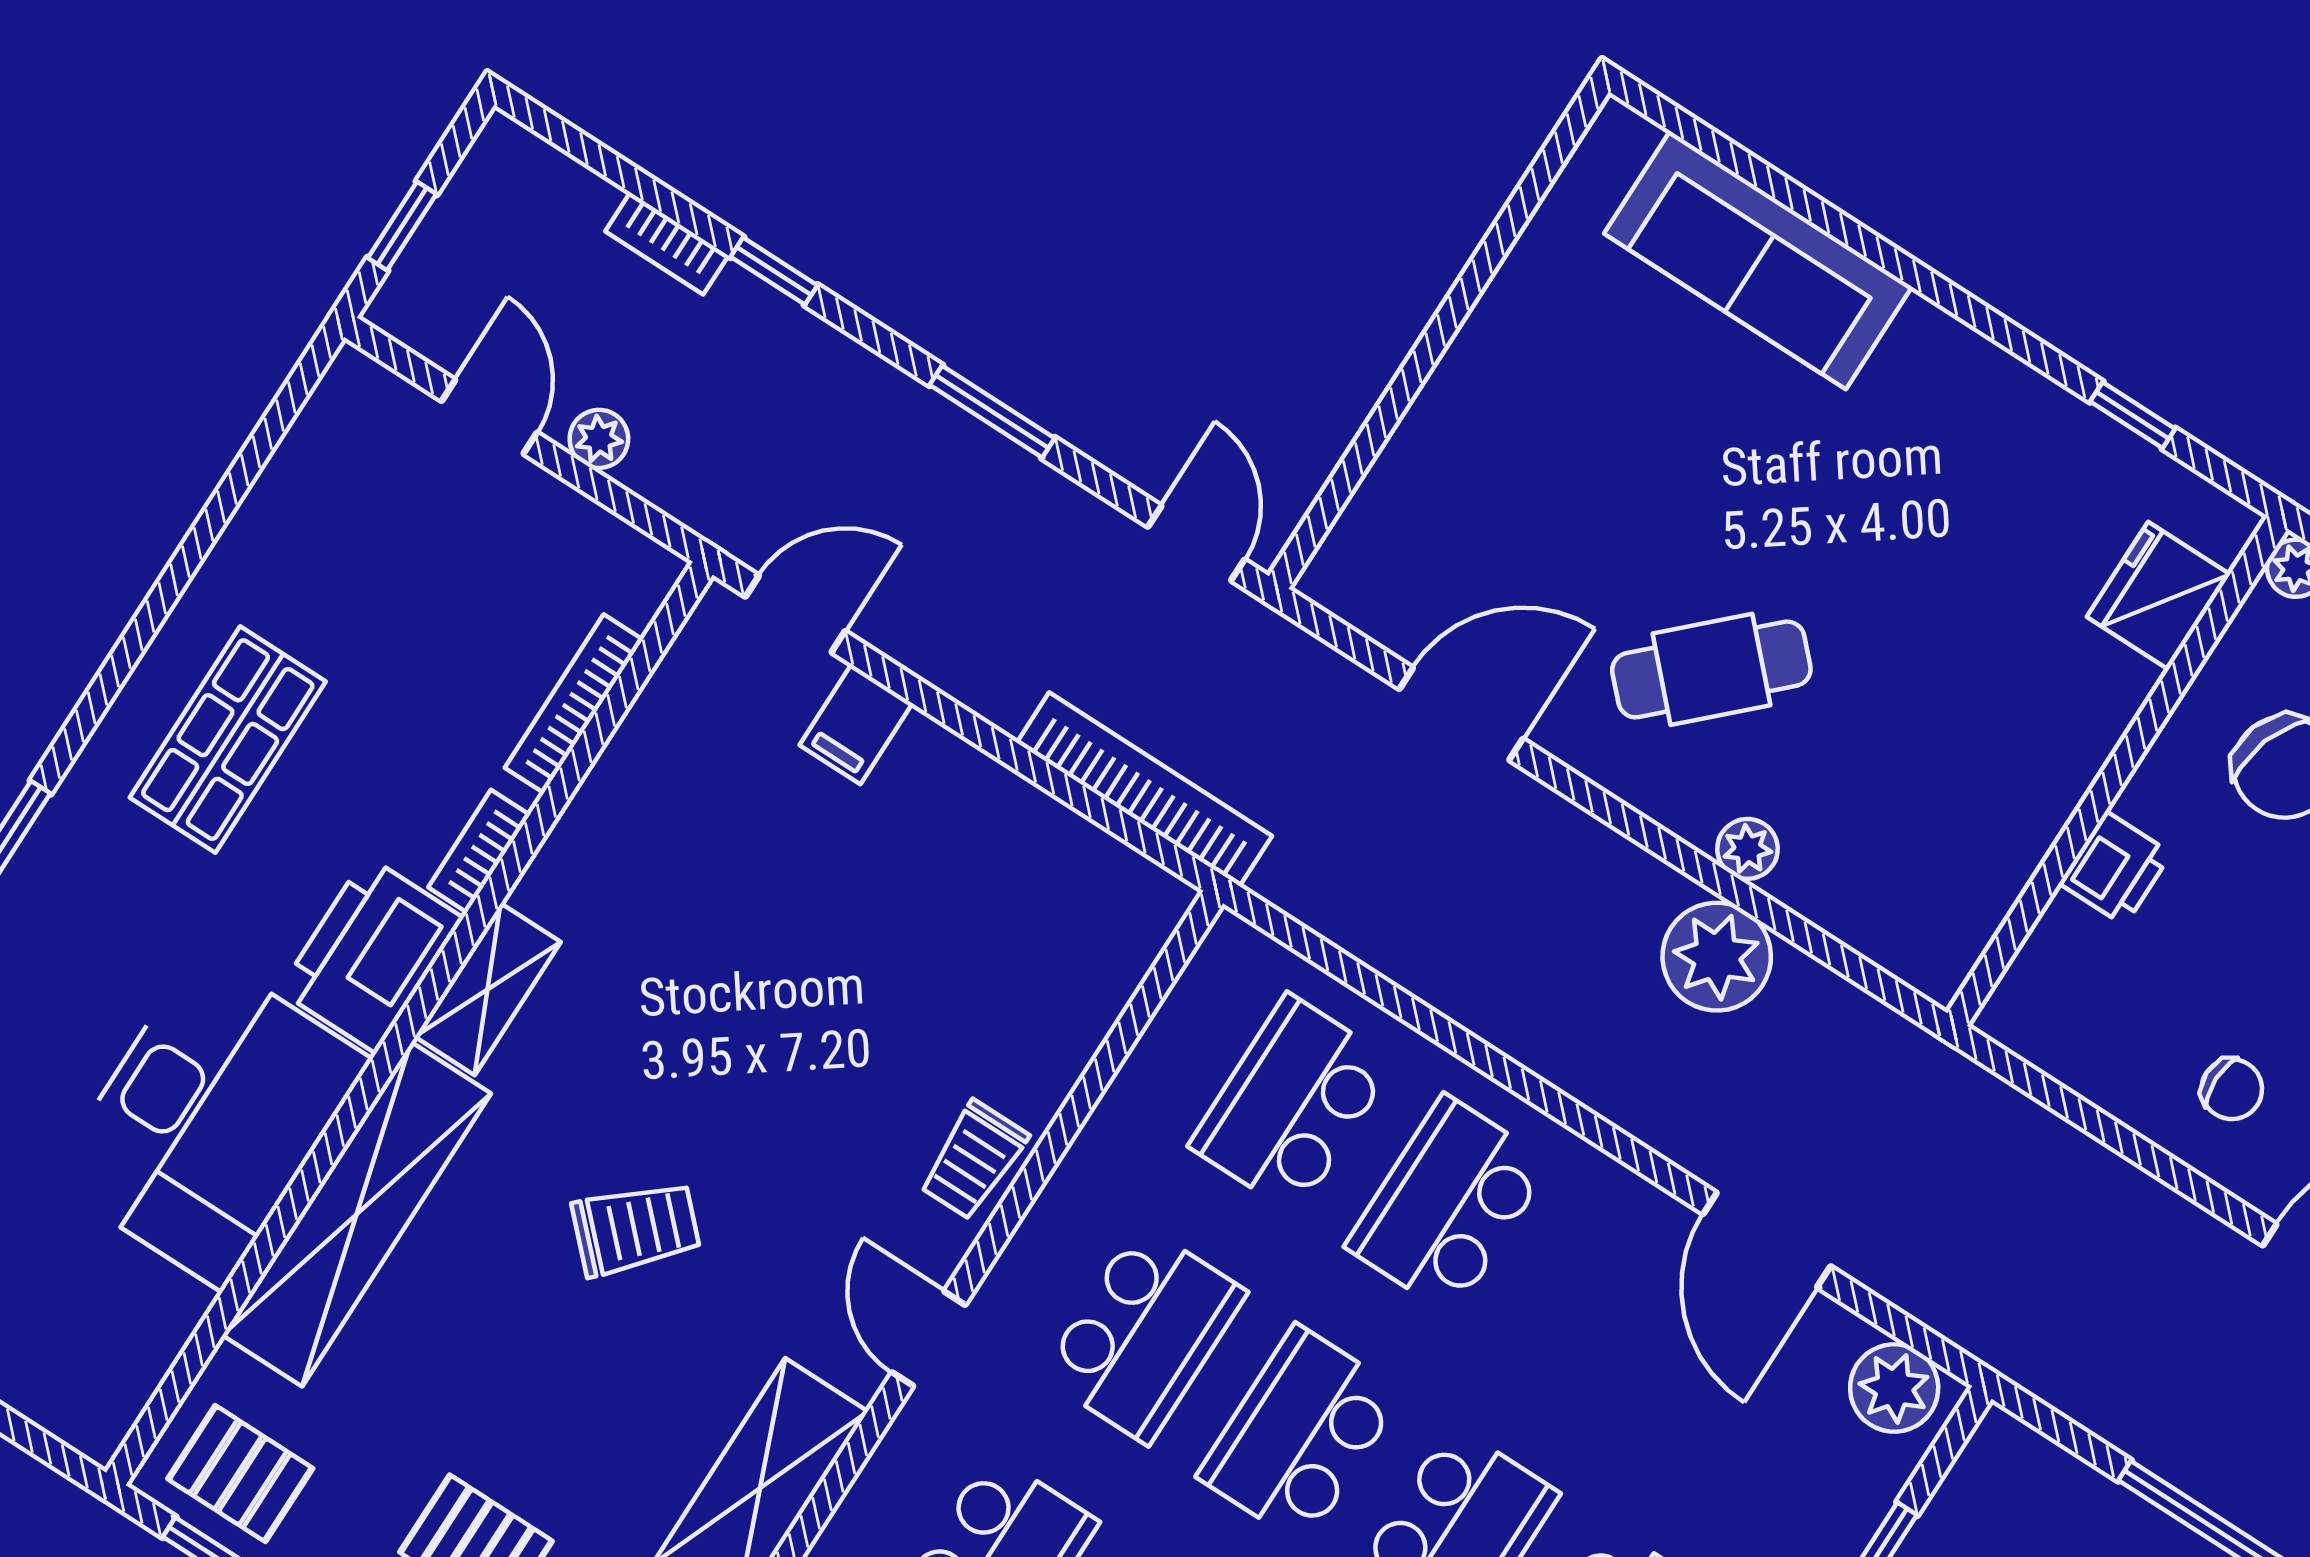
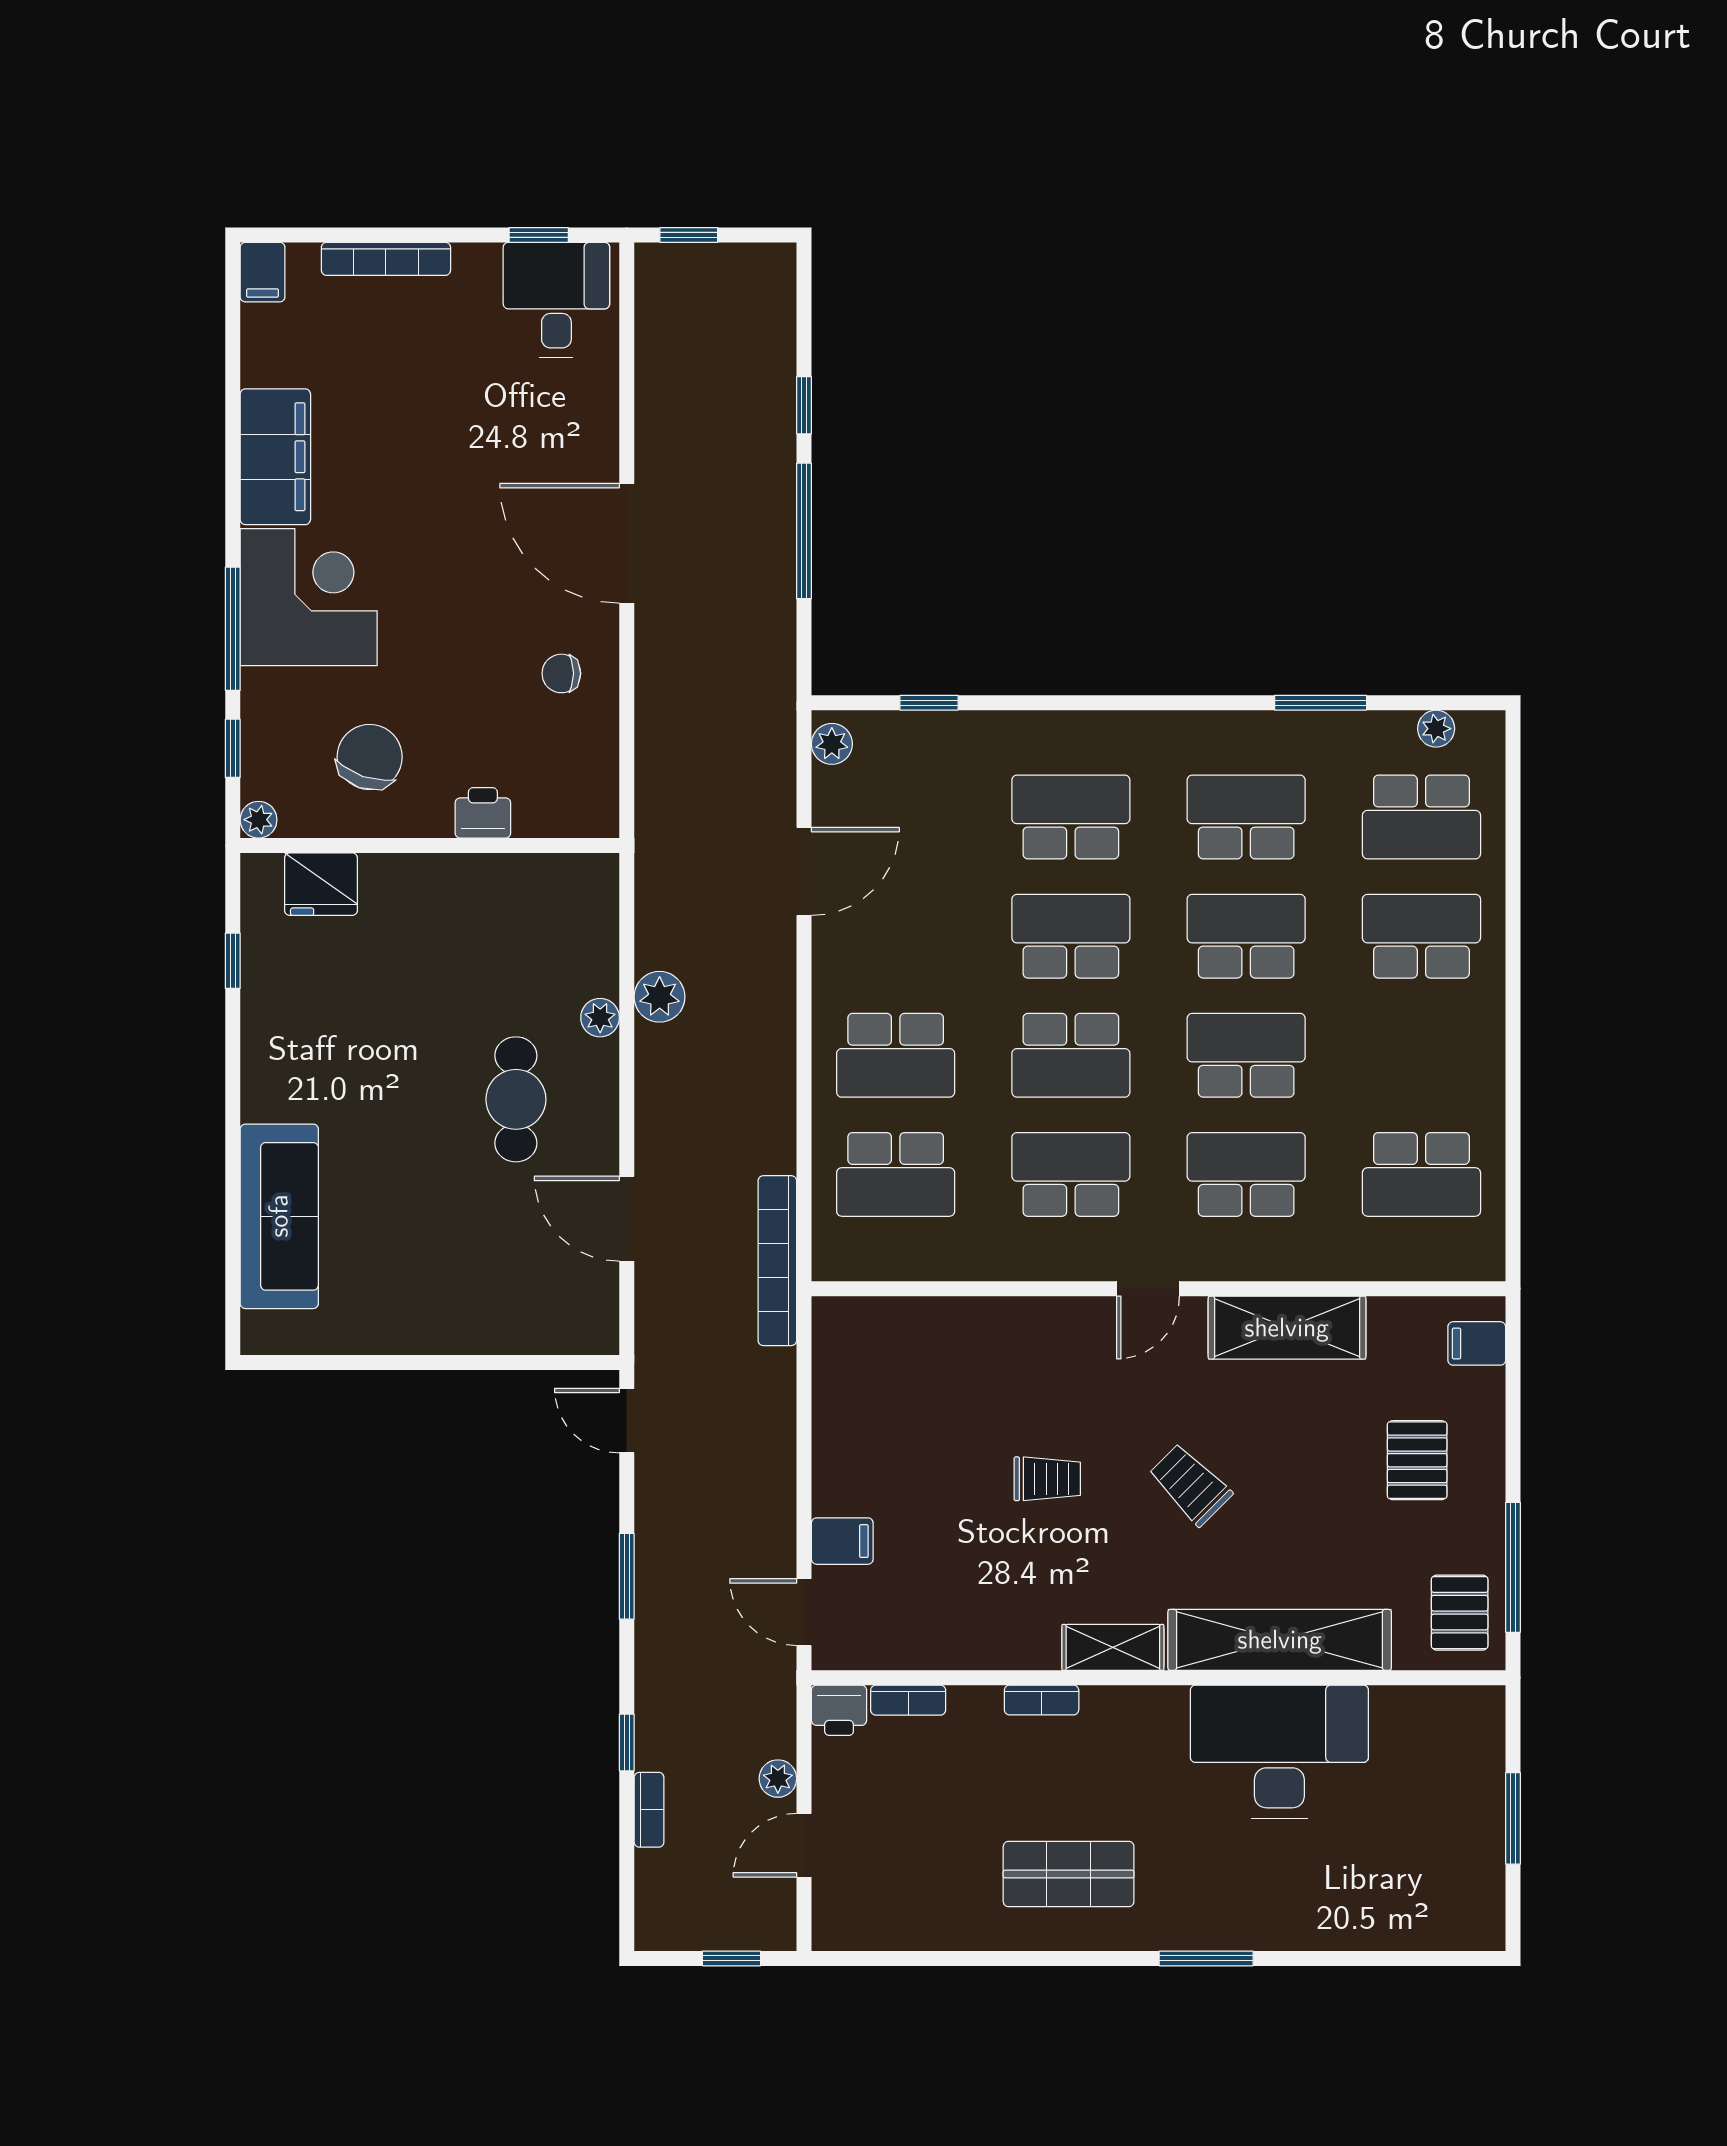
door: (1196, 543) -> (627, 1421), hinge flipped
cafe table: (1711, 669) -> (516, 1099), turned 44
bookcase: (574, 704) -> (908, 1700), width x0.64
bookcase: (1144, 789) -> (777, 1261), moved
printer: (371, 954) -> (839, 1710), moved, width x0.53, depth x0.68
plant: (1717, 957) -> (660, 997), width x0.73, depth x0.73
chair: (2232, 1089) -> (561, 673), turned -90
trolley: (973, 1160) -> (1047, 1479), moved
plant: (1894, 1388) -> (832, 744), width x0.73, depth x0.73

